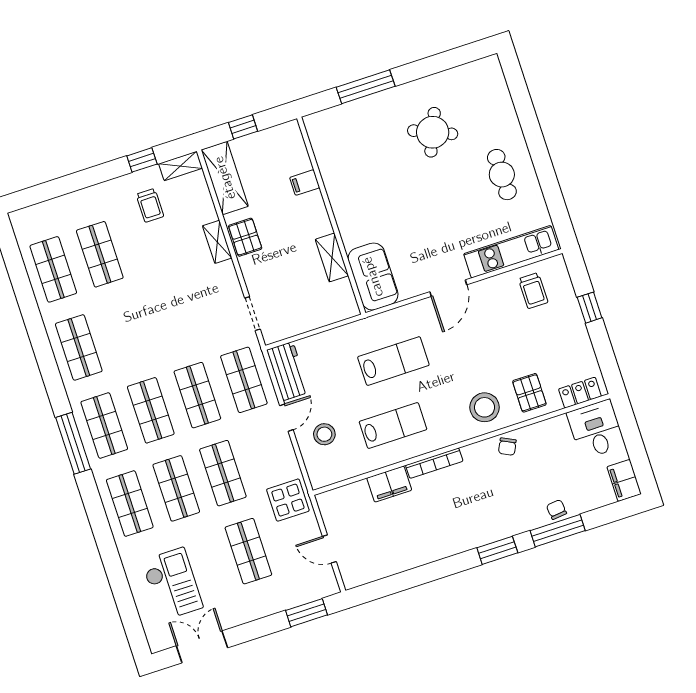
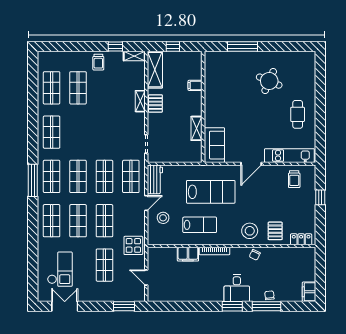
trolley: (150, 205) -> (98, 62), moved
lab bench: (393, 361) -> (211, 192), width x1.36, depth x1.39
desk: (596, 429) -> (237, 288), moved, turned 180

